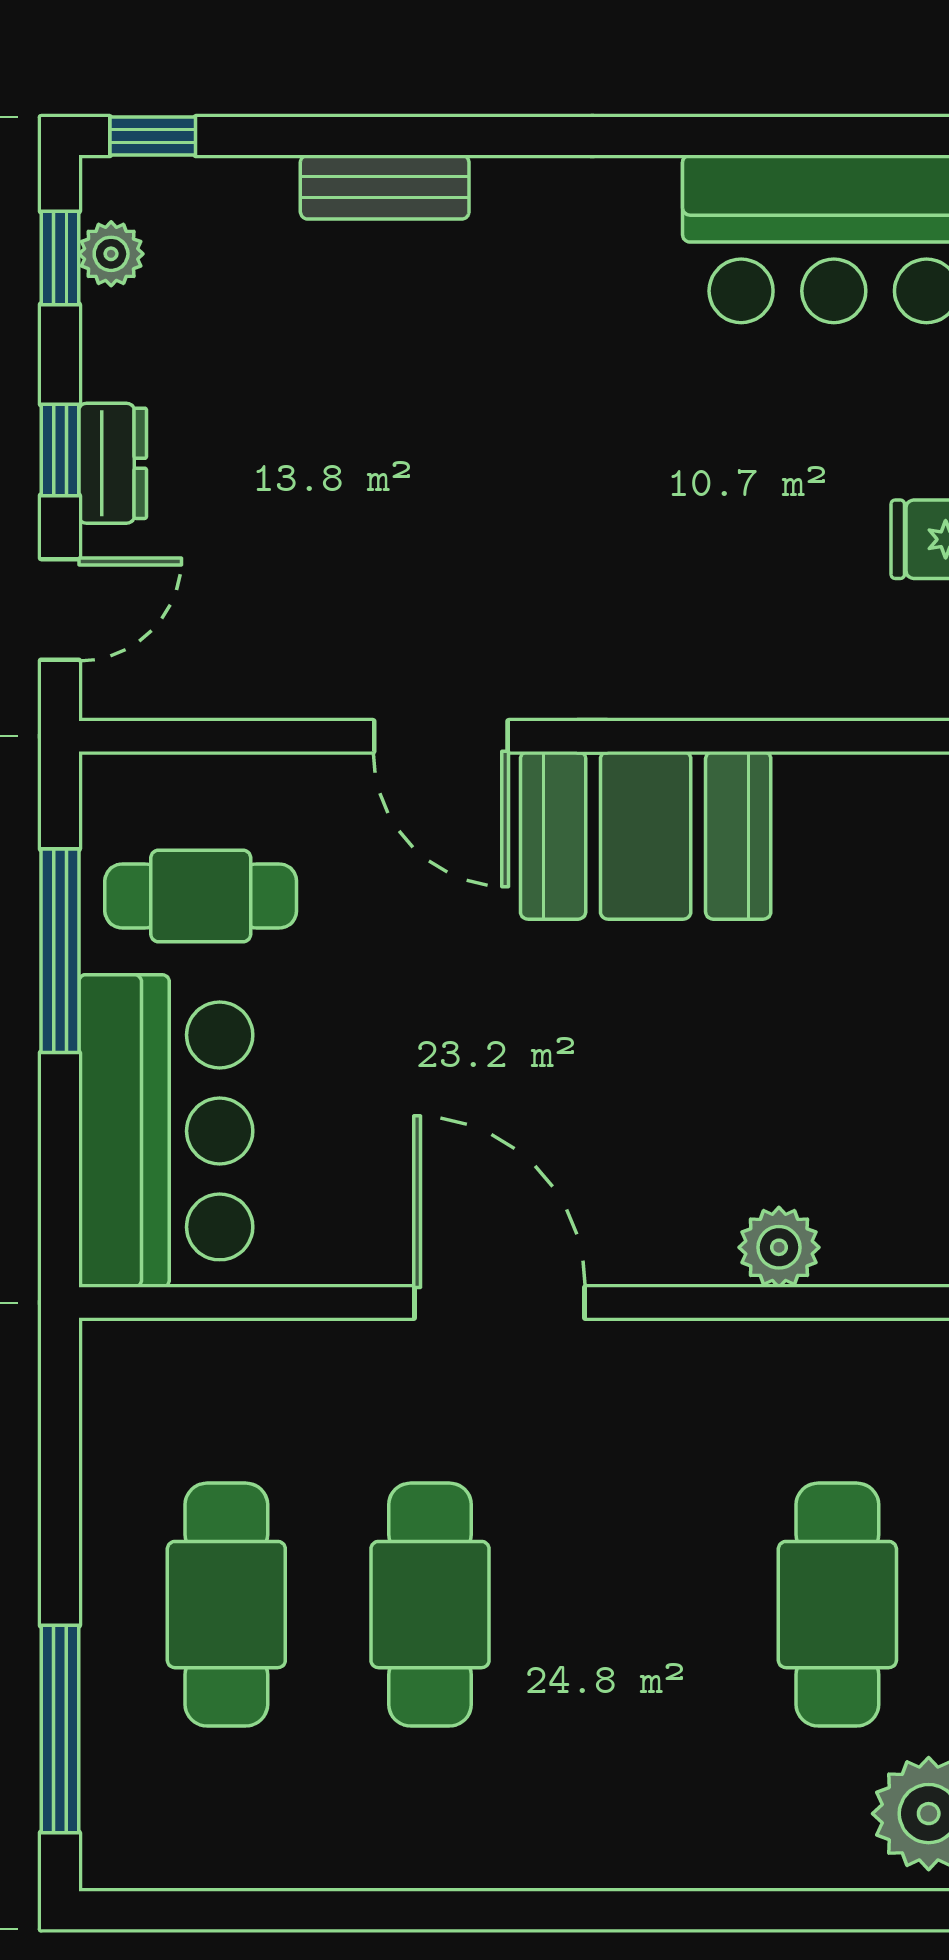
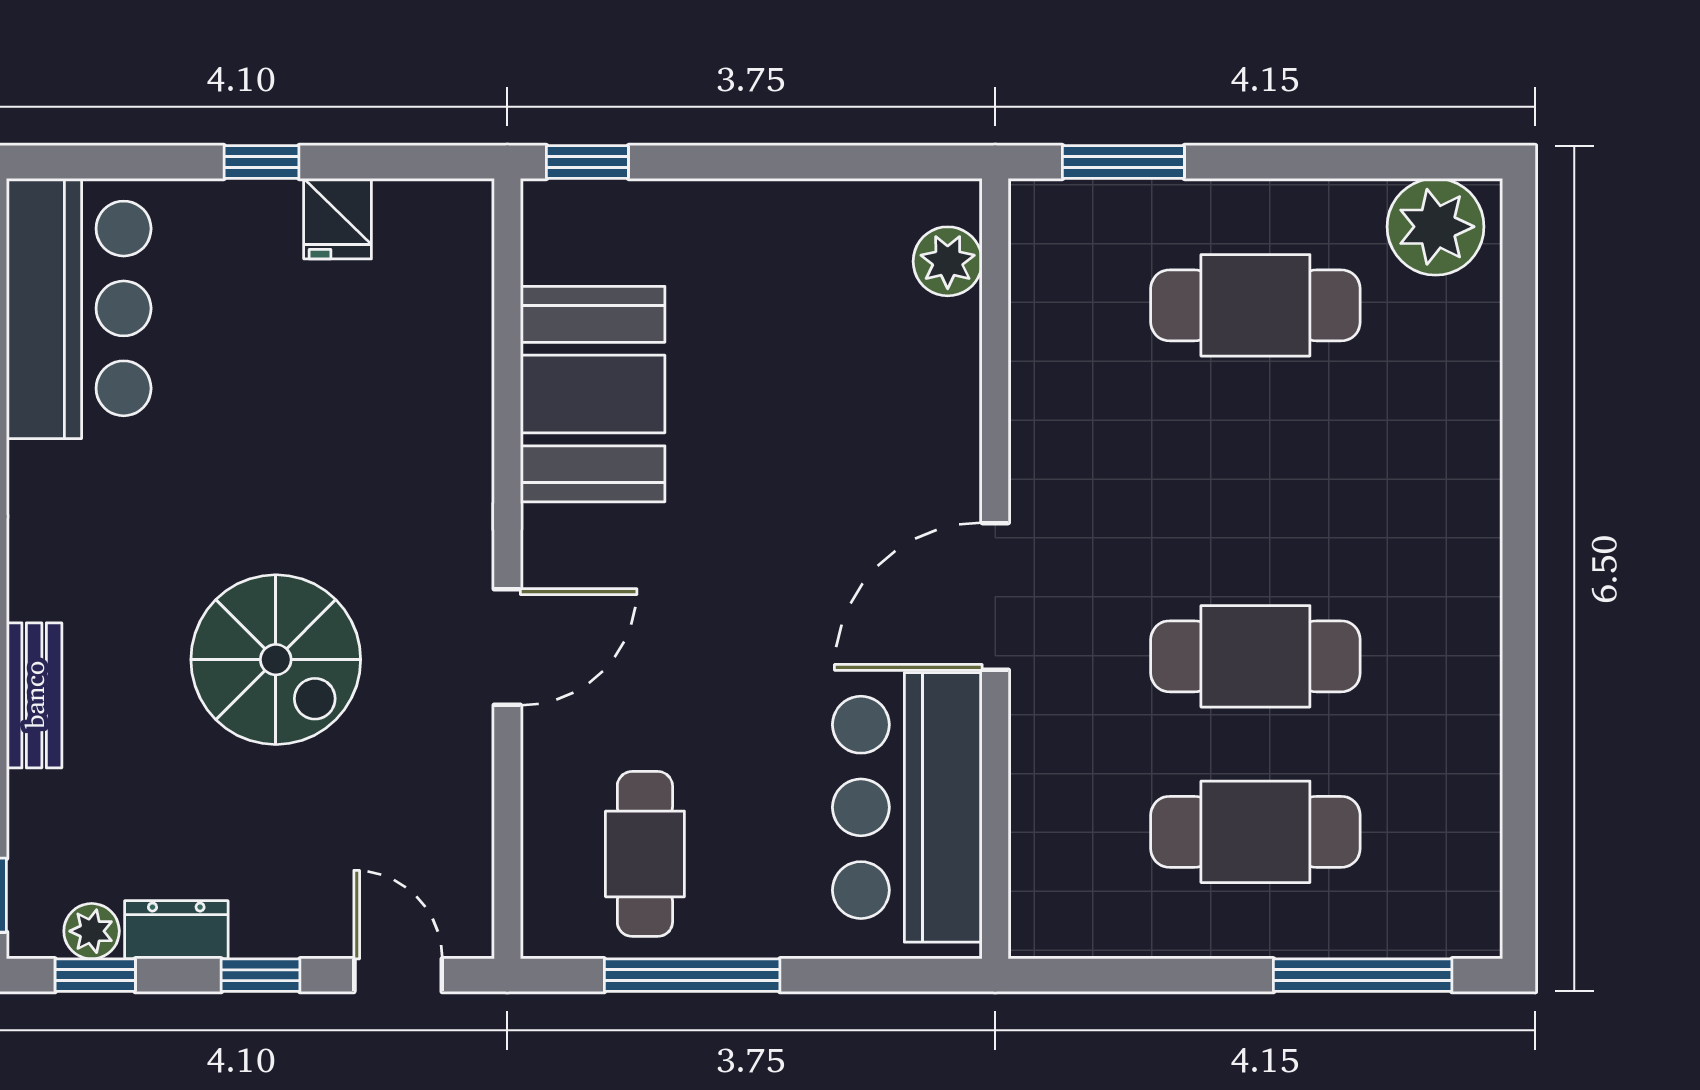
dresser: (113, 463) -> (176, 930), moved
spiral stairs: (426, 468) -> (276, 660), added
booth: (646, 835) -> (593, 394), moved
bar counter: (166, 1131) -> (907, 807), moved, turned -90
plant: (779, 1247) -> (948, 261), moved

